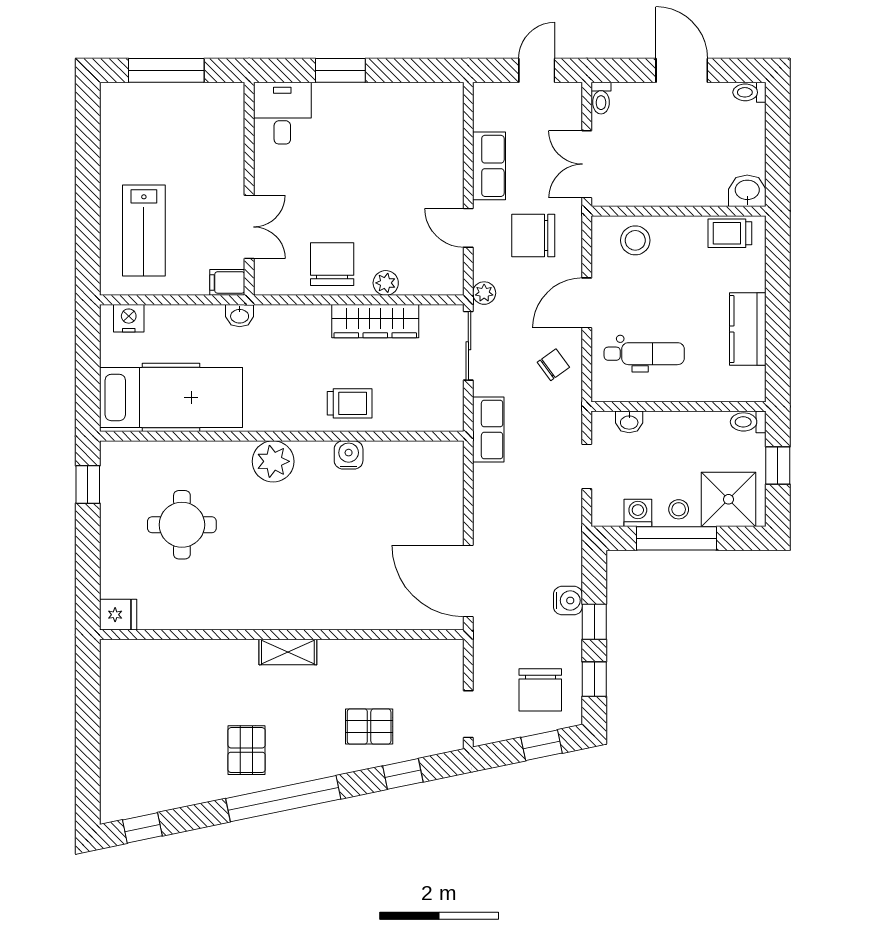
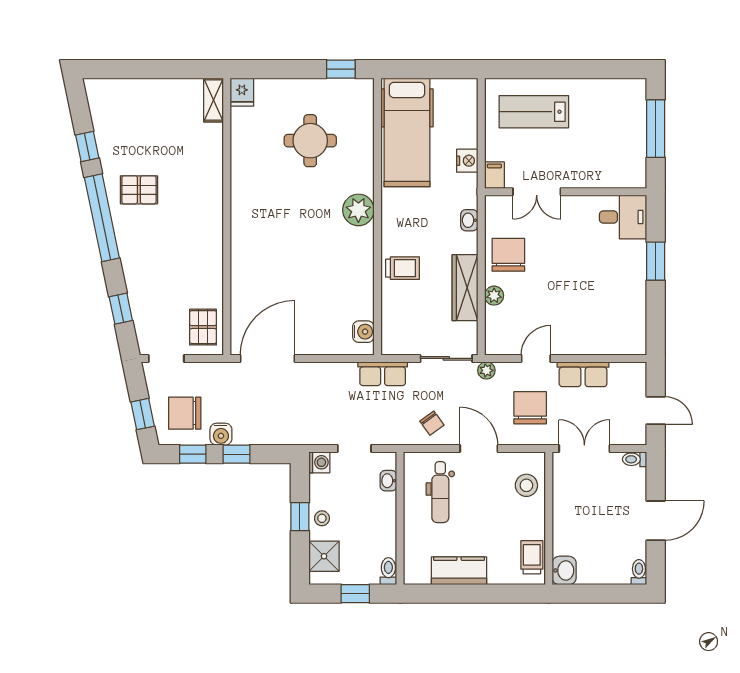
chair: (332, 264) -> (508, 255), turned -90
washbasin: (240, 316) -> (469, 220), moved
nightstand: (129, 318) -> (467, 161), moved
trolley: (350, 403) -> (403, 268), turned -90
water cooler: (349, 455) -> (363, 332), moved
shower: (728, 499) -> (324, 556), width x0.73, depth x0.73
washing machine: (638, 513) -> (319, 462), moved
window: (677, 538) -> (300, 517), width x0.46
water cooler: (568, 601) -> (221, 434), moved
shelving: (288, 652) -> (213, 100), moved
pallet: (369, 726) -> (203, 327), moved
window: (142, 828) -> (87, 147), moved

